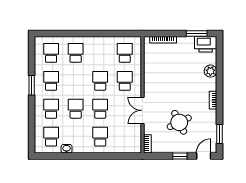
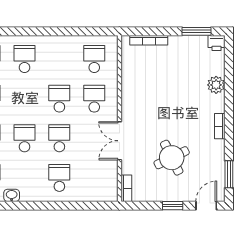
printer: (206, 44) -> (217, 43), width x0.53, depth x0.68

